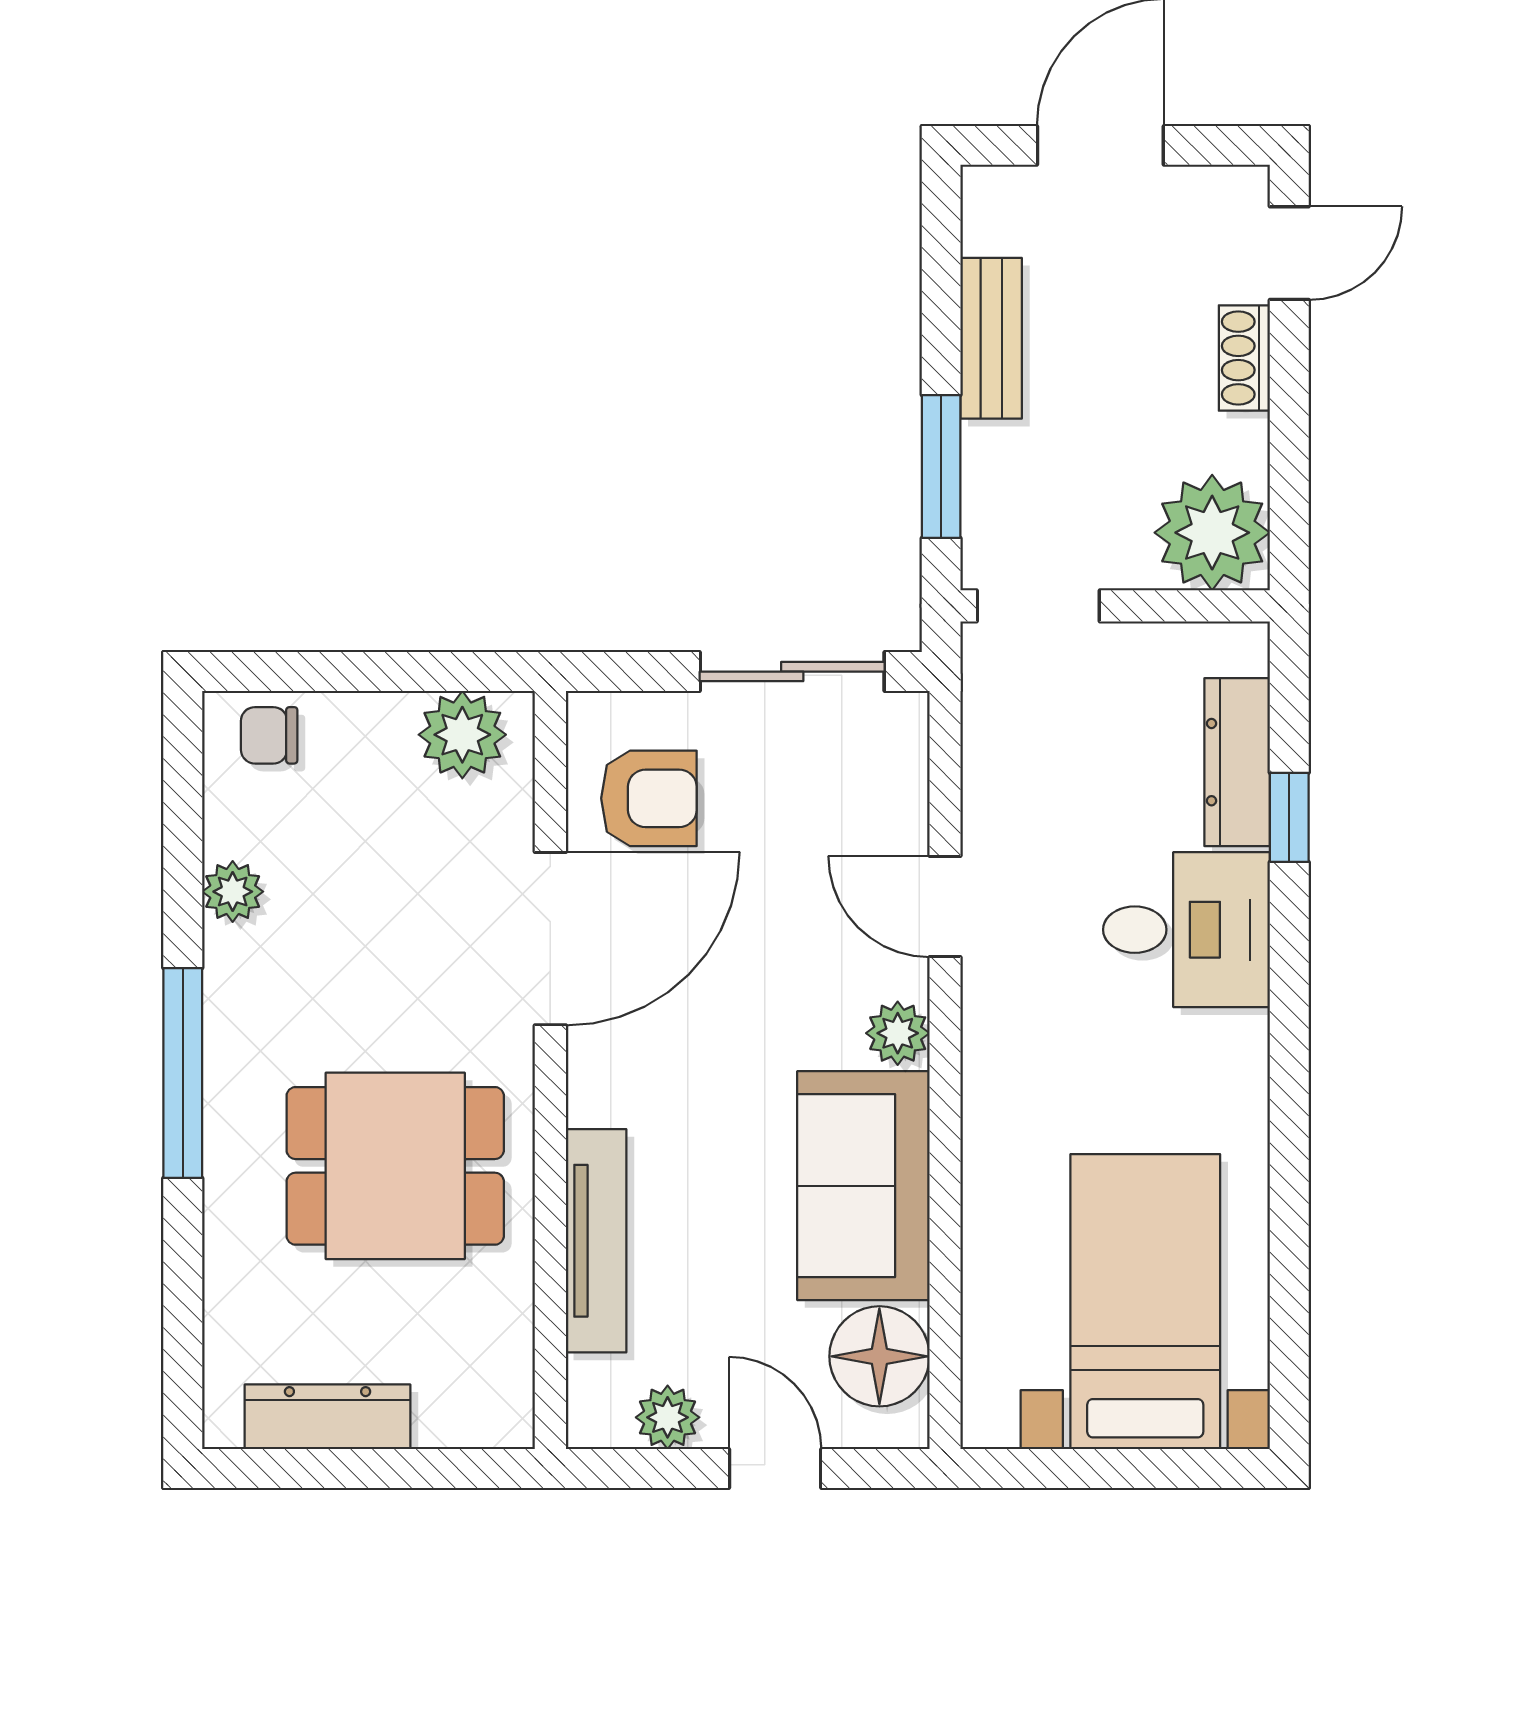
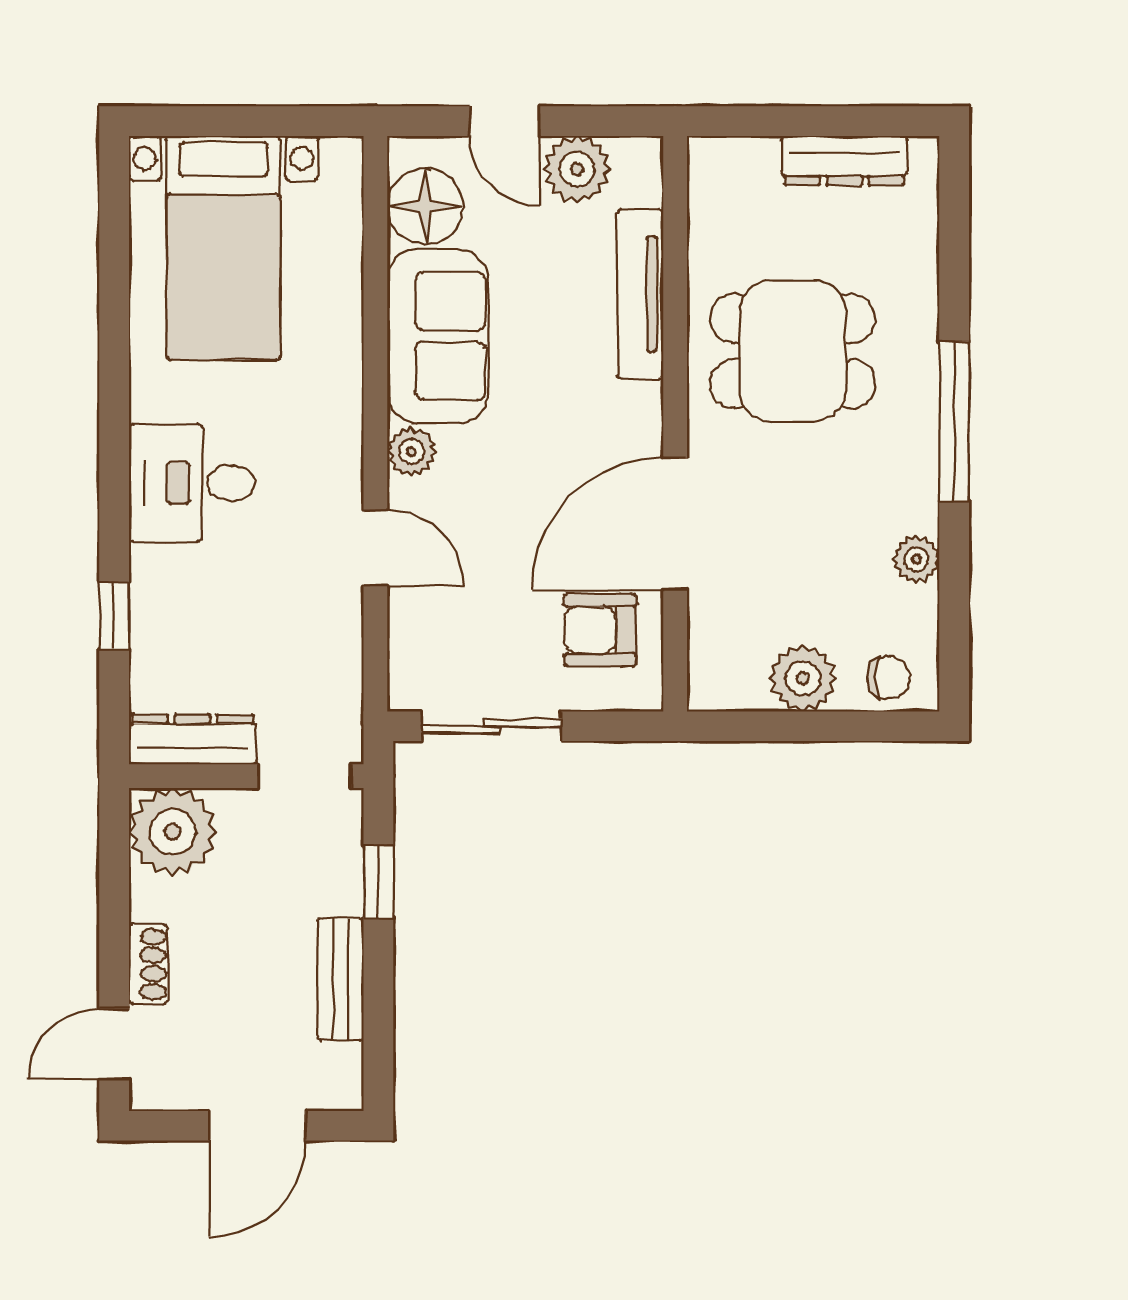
window: (941, 467) -> (378, 882), width x0.67
plant: (462, 735) -> (803, 678), moved
dresser: (1237, 762) -> (192, 739), moved, turned -90
desk: (1187, 930) -> (192, 483), moved
plant: (668, 1417) -> (577, 169), width x1.38, depth x1.38

